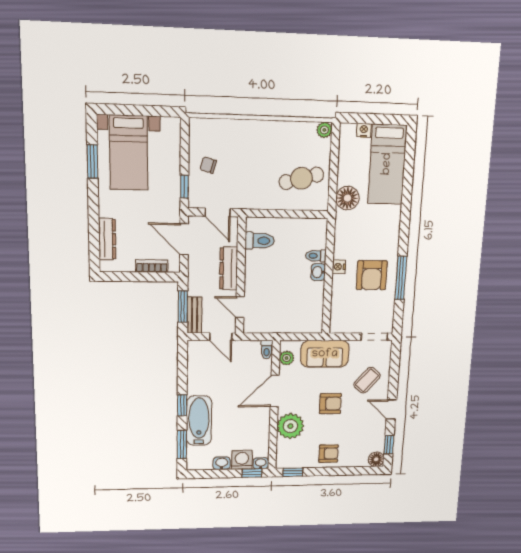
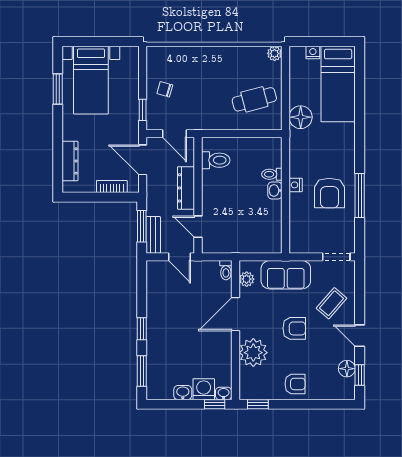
bathtub: (199, 421) -> (159, 345), removed
floor lamp: (376, 459) -> (347, 369), moved

